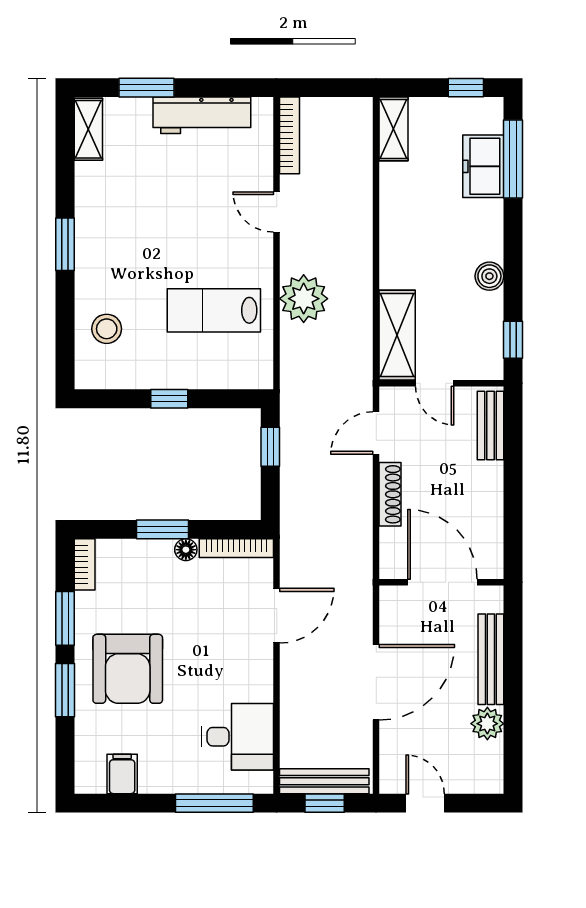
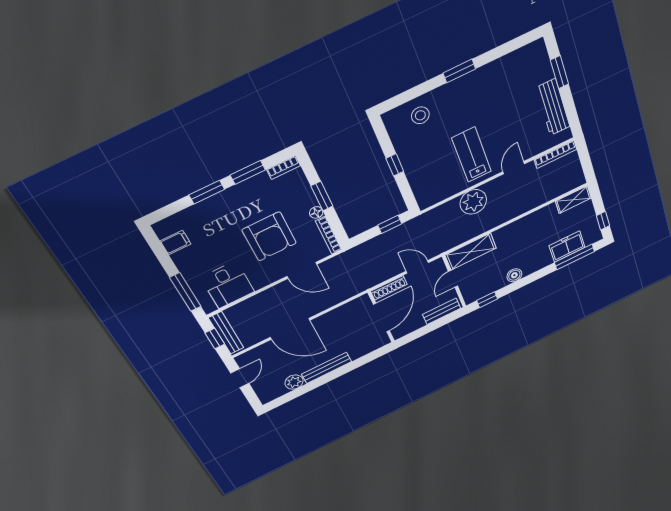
shelving: (88, 129) -> (528, 53), removed
lab bench: (214, 310) -> (472, 155), moved
wall: (441, 582) -> (381, 317), moved
door: (442, 582) -> (381, 318), moved
armchair: (128, 669) -> (269, 236), moved, turned -90

